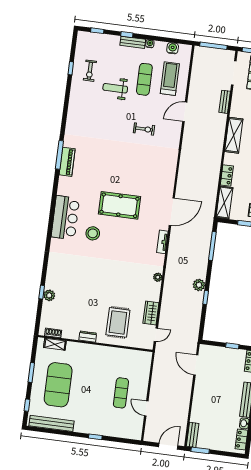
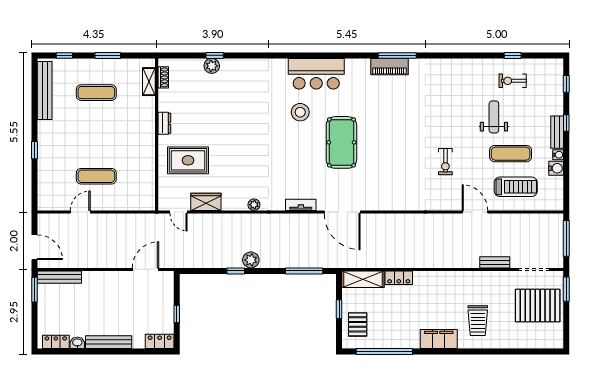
water cooler: (173, 48) -> (556, 168), moved
shelving: (234, 135) -> (453, 280), removed
exercise mat: (58, 385) -> (96, 93), width x0.50, depth x0.69
bench: (193, 435) -> (59, 277), width x1.36

